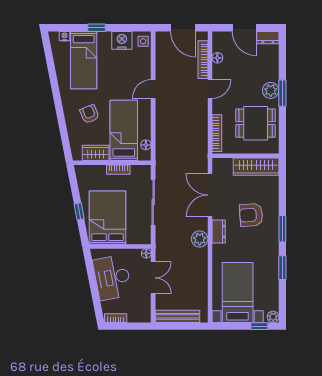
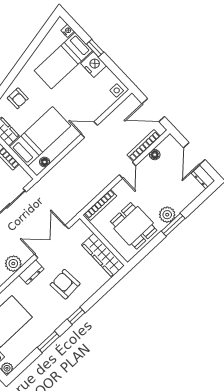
door: (183, 28) -> (153, 110), hinge flipped
nightstand: (122, 40) -> (94, 65), moved
door: (210, 89) -> (128, 170), hinge flipped
armchair: (89, 114) -> (18, 98), moved, turned 113
window: (282, 229) -> (76, 316), width x0.67

